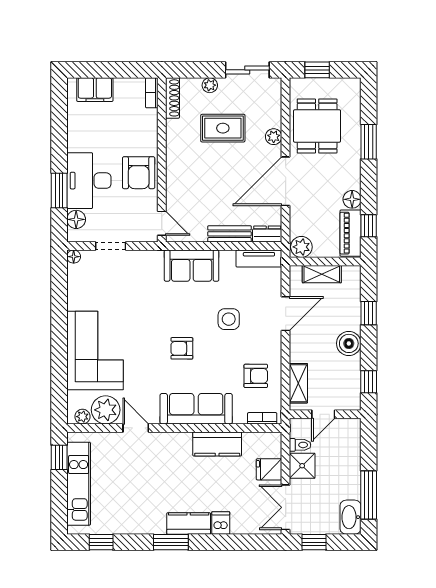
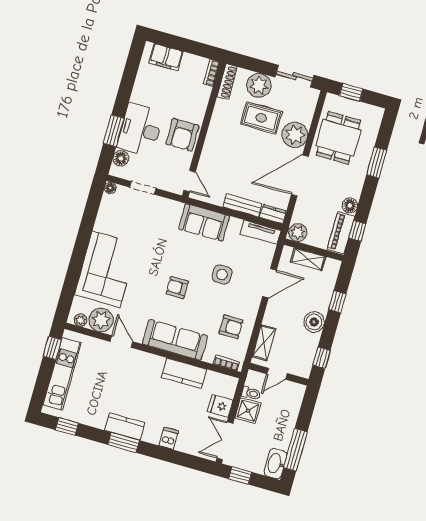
plant: (210, 85) -> (259, 85), width x1.87, depth x1.87
plant: (274, 137) -> (295, 135), width x1.88, depth x1.88
kitchen counter: (189, 523) -> (125, 426), moved

